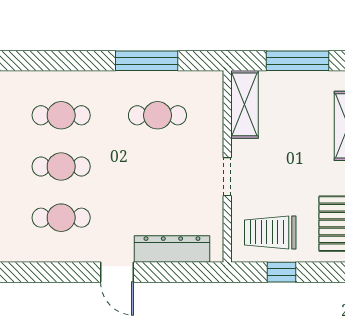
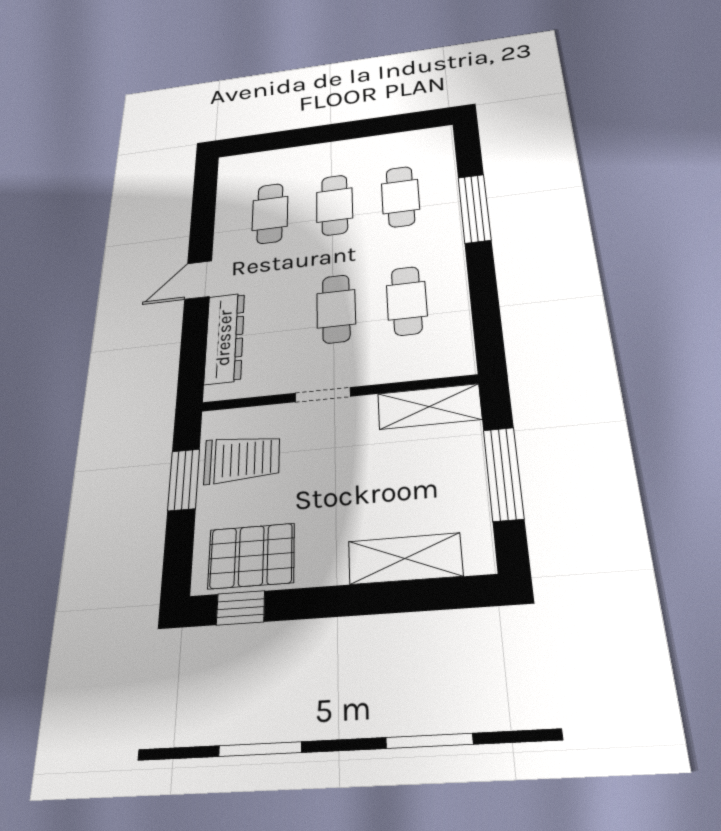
window: (147, 61) -> (474, 208), moved
cafe table: (157, 166) -> (336, 309), added
trolley: (270, 232) -> (242, 459), turned 90
window: (282, 272) -> (184, 480), width x1.50

